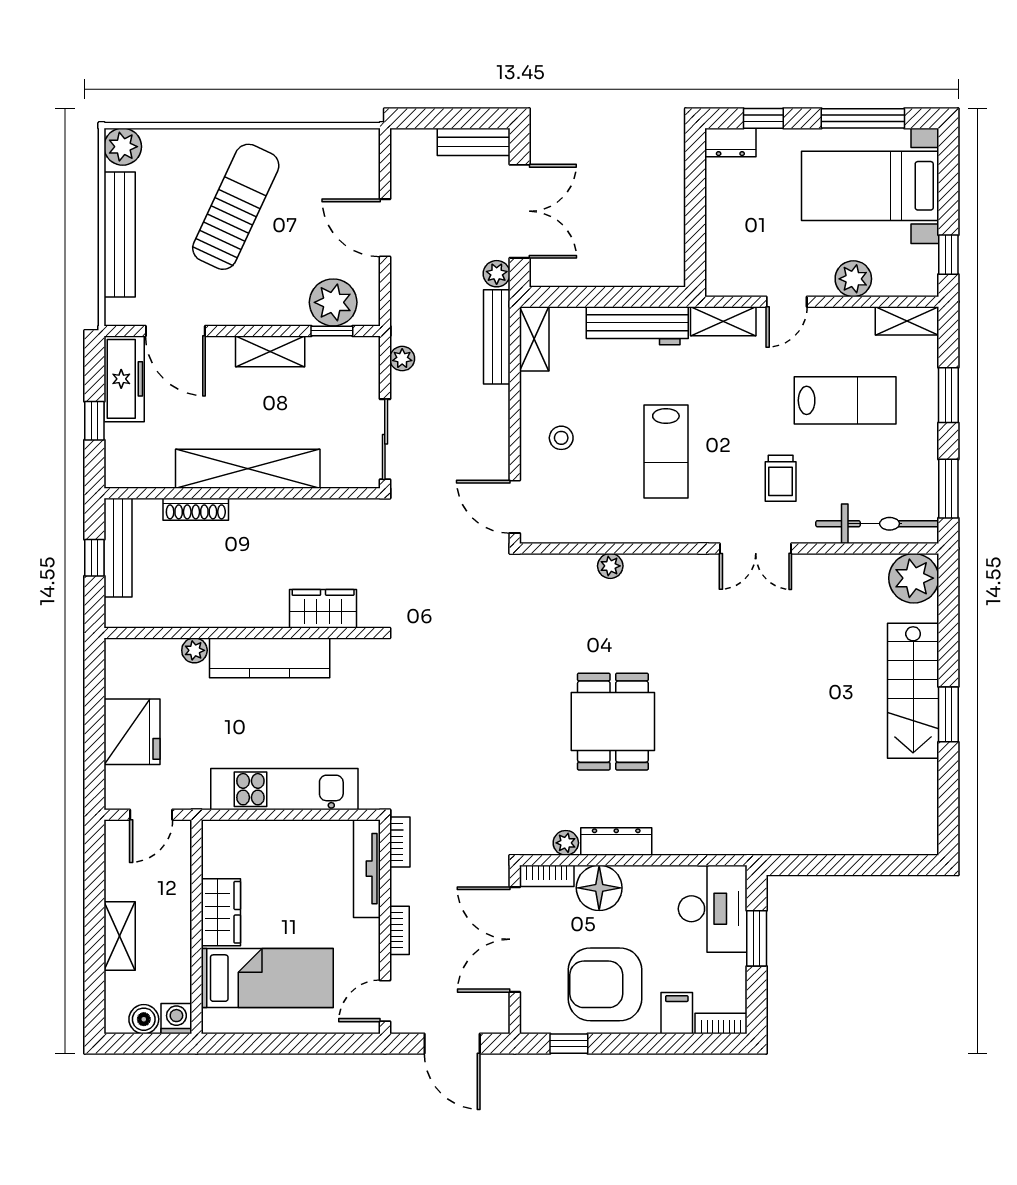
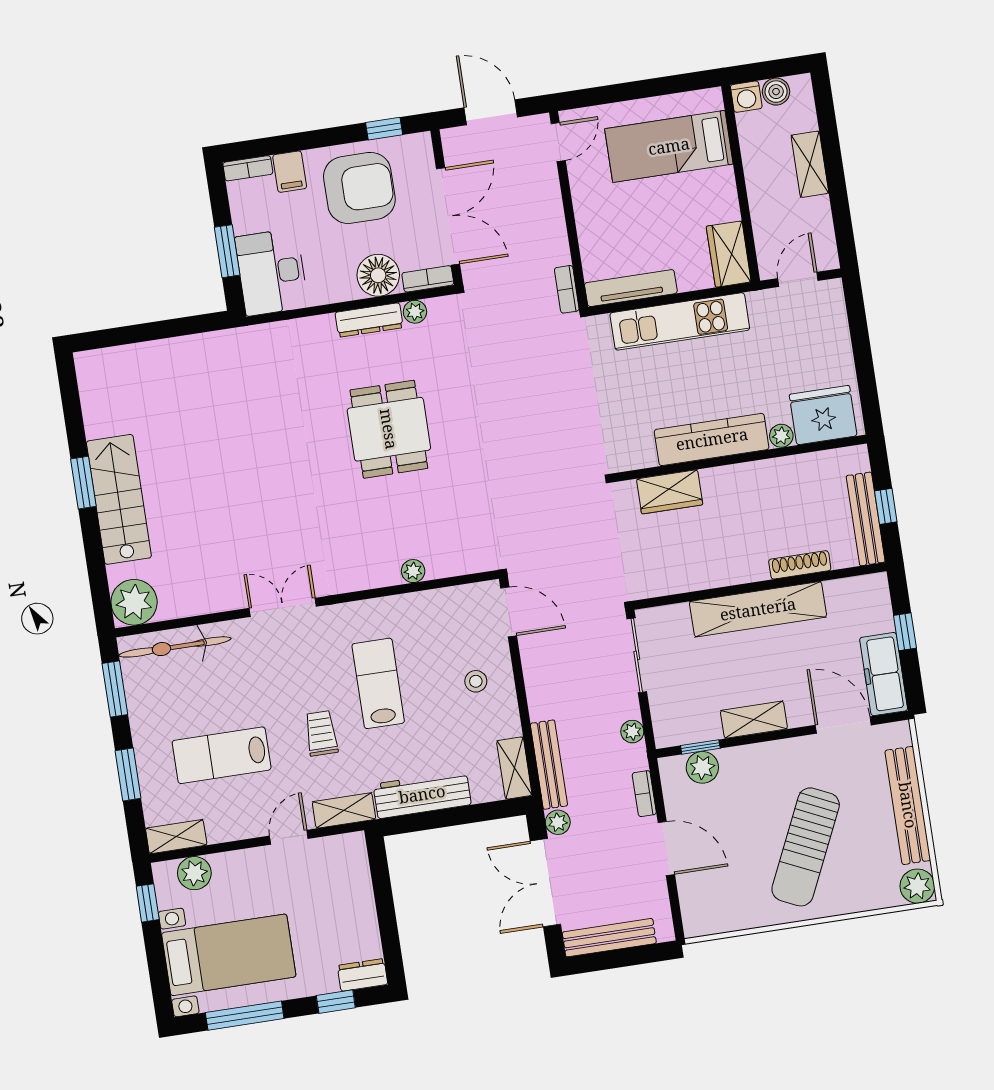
bench: (474, 142) -> (609, 938), width x1.36
plant: (853, 279) -> (194, 873), moved
plant: (333, 302) -> (702, 767), width x0.73, depth x0.73
trolley: (781, 478) -> (321, 733), moved
fridge: (132, 732) -> (823, 415), moved, turned 90
tv unit: (367, 869) -> (631, 288), moved, turned -90
wardrobe: (221, 912) -> (729, 254), moved
bookcase: (400, 930) -> (644, 794), moved

